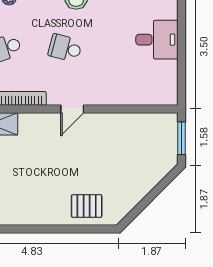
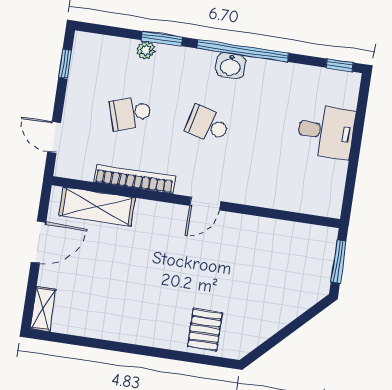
pallet: (87, 206) -> (205, 330), turned 90

